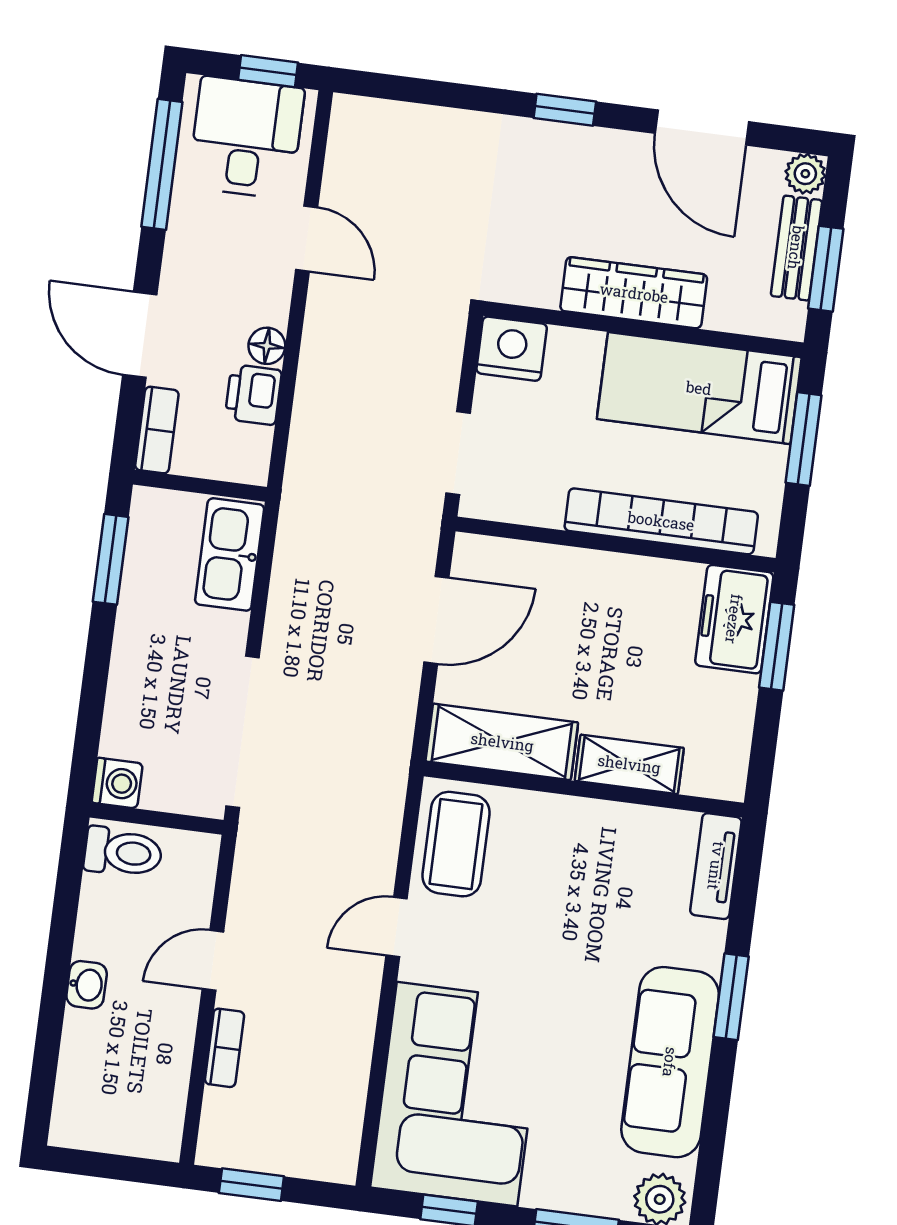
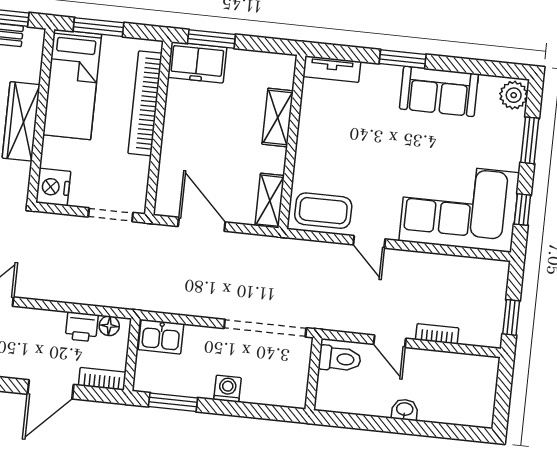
floor lamp: (267, 346) -> (109, 326), moved
kitchen sink: (230, 554) -> (161, 337), width x0.73
shelving: (502, 742) -> (270, 201), width x0.67, depth x0.75
washing machine: (117, 783) -> (228, 389), moved
toilet: (123, 852) -> (340, 359), moved, turned 90
sofa: (670, 1062) -> (439, 91), width x0.73

